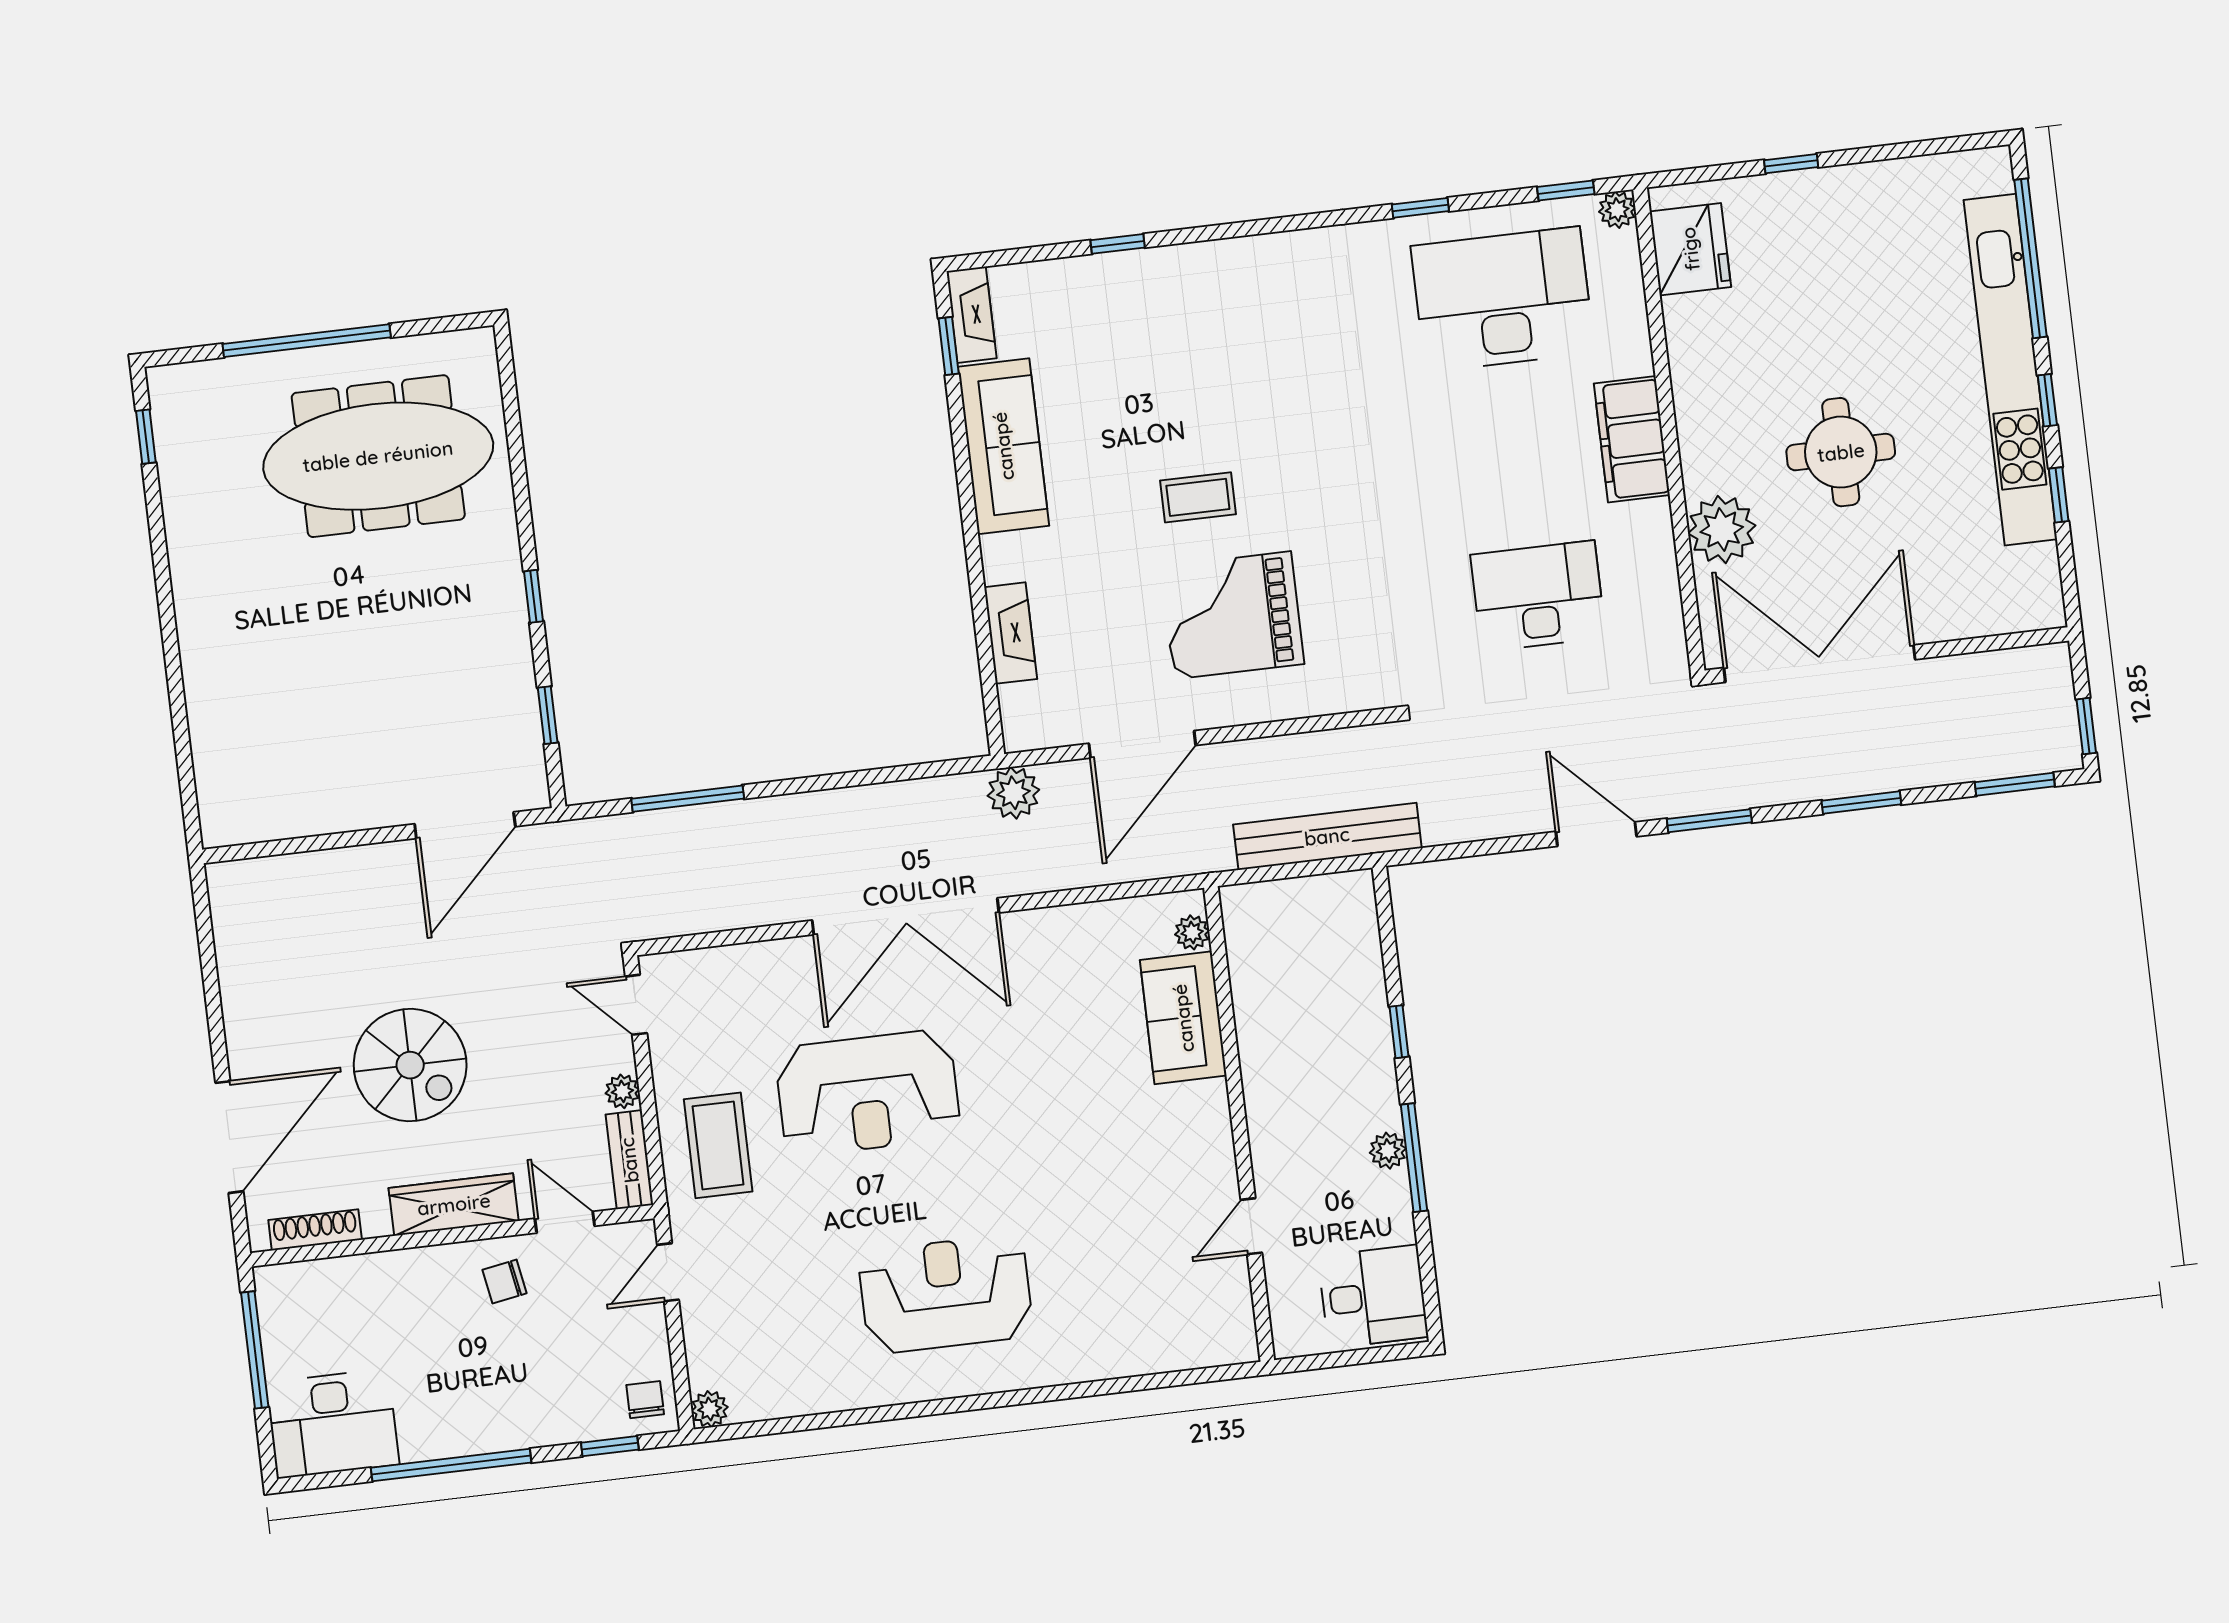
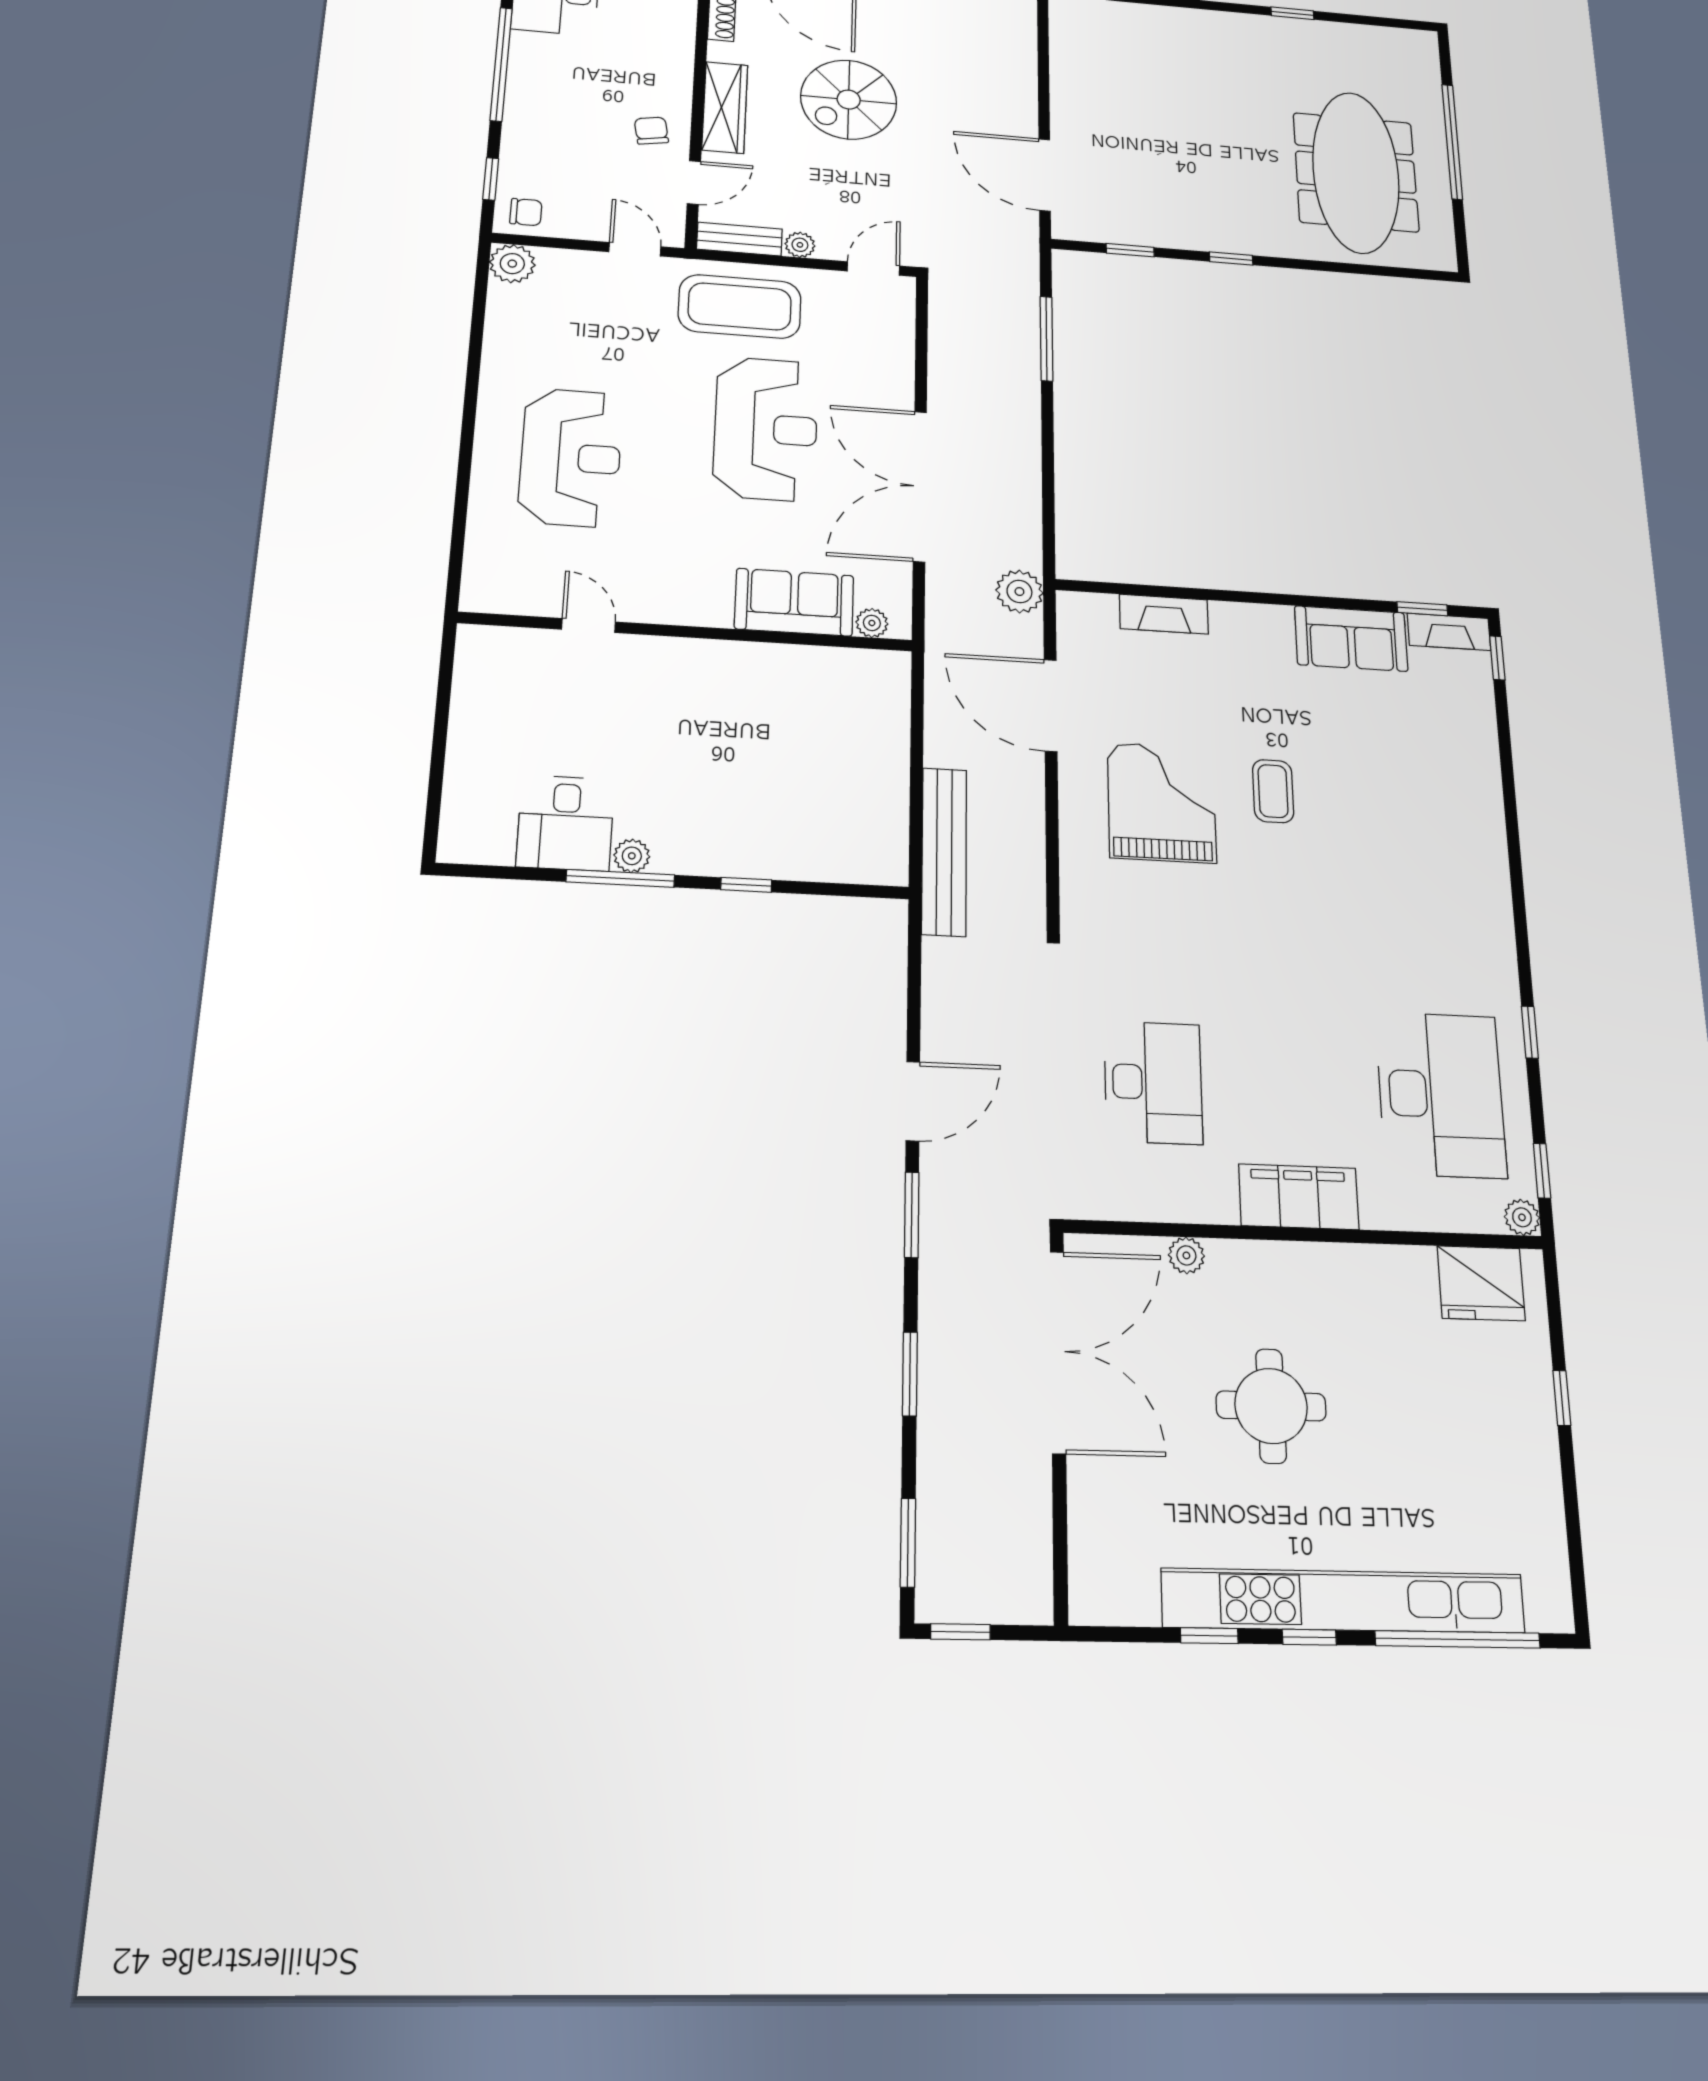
window: (1118, 244) -> (1497, 658), moved
window: (146, 437) -> (1292, 13), moved
sofa: (1003, 446) -> (1351, 639), width x0.73
plant: (1722, 529) -> (1186, 1255), width x0.53, depth x0.53
plant: (1192, 932) -> (872, 623), moved
sofa: (1183, 1018) -> (794, 602), moved
reception desk: (868, 1093) -> (766, 429), turned 180
wall: (1239, 1124) -> (687, 632), moved
coffee table: (718, 1145) -> (740, 306), width x1.36, depth x1.32
door: (1251, 1226) -> (588, 626), moved
desk: (1373, 1296) -> (565, 823), moved
plant: (710, 1409) -> (512, 264), width x1.38, depth x1.38

